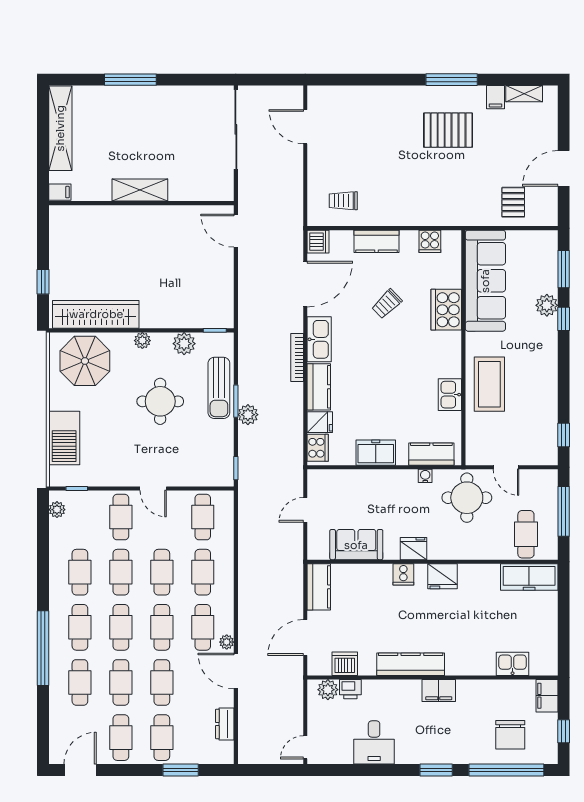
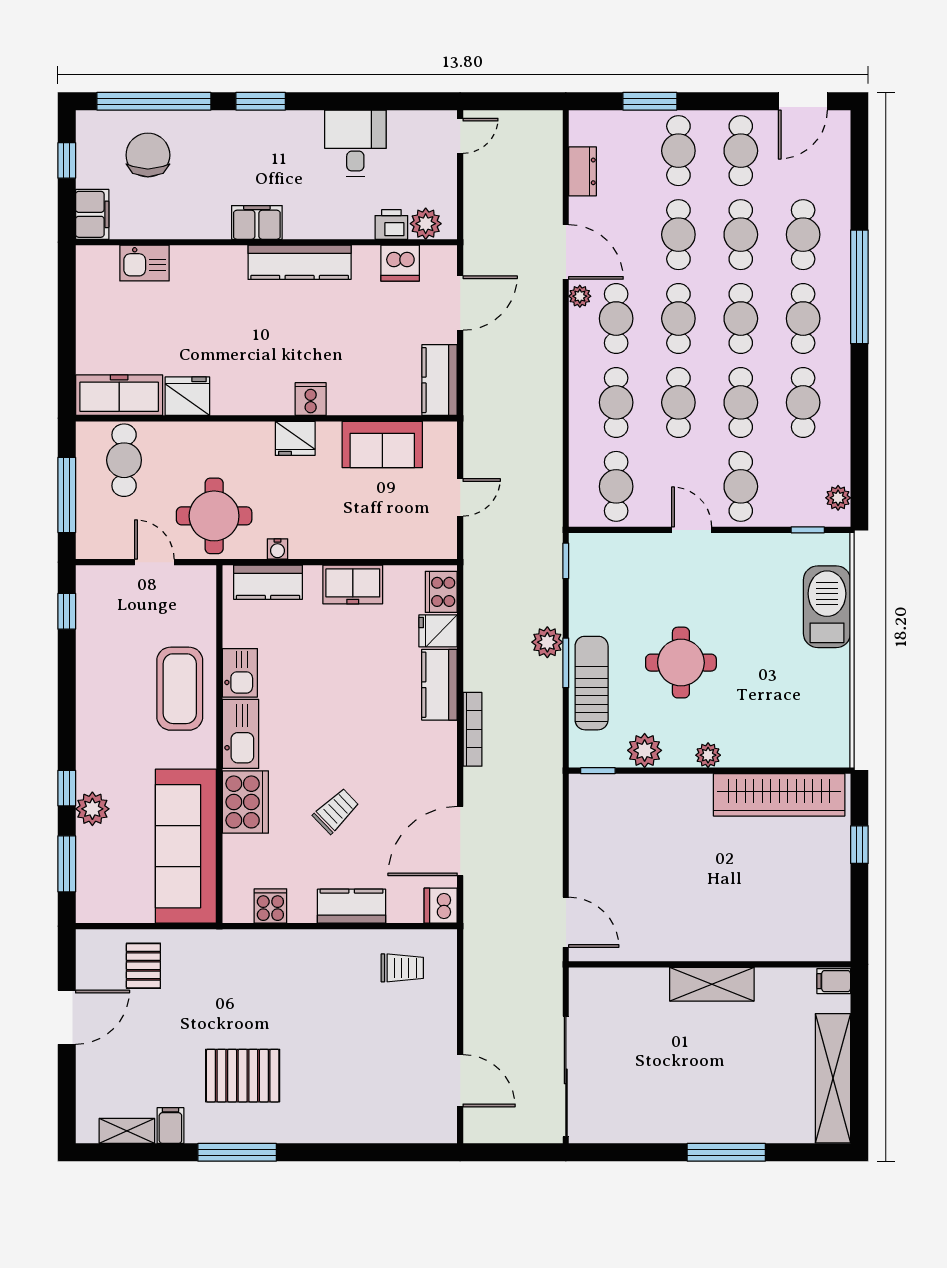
kitchen sink: (319, 339) -> (241, 734), moved, turned 180
parasol: (85, 361) -> (796, 724), removed
fridge: (442, 576) -> (187, 396), moved

